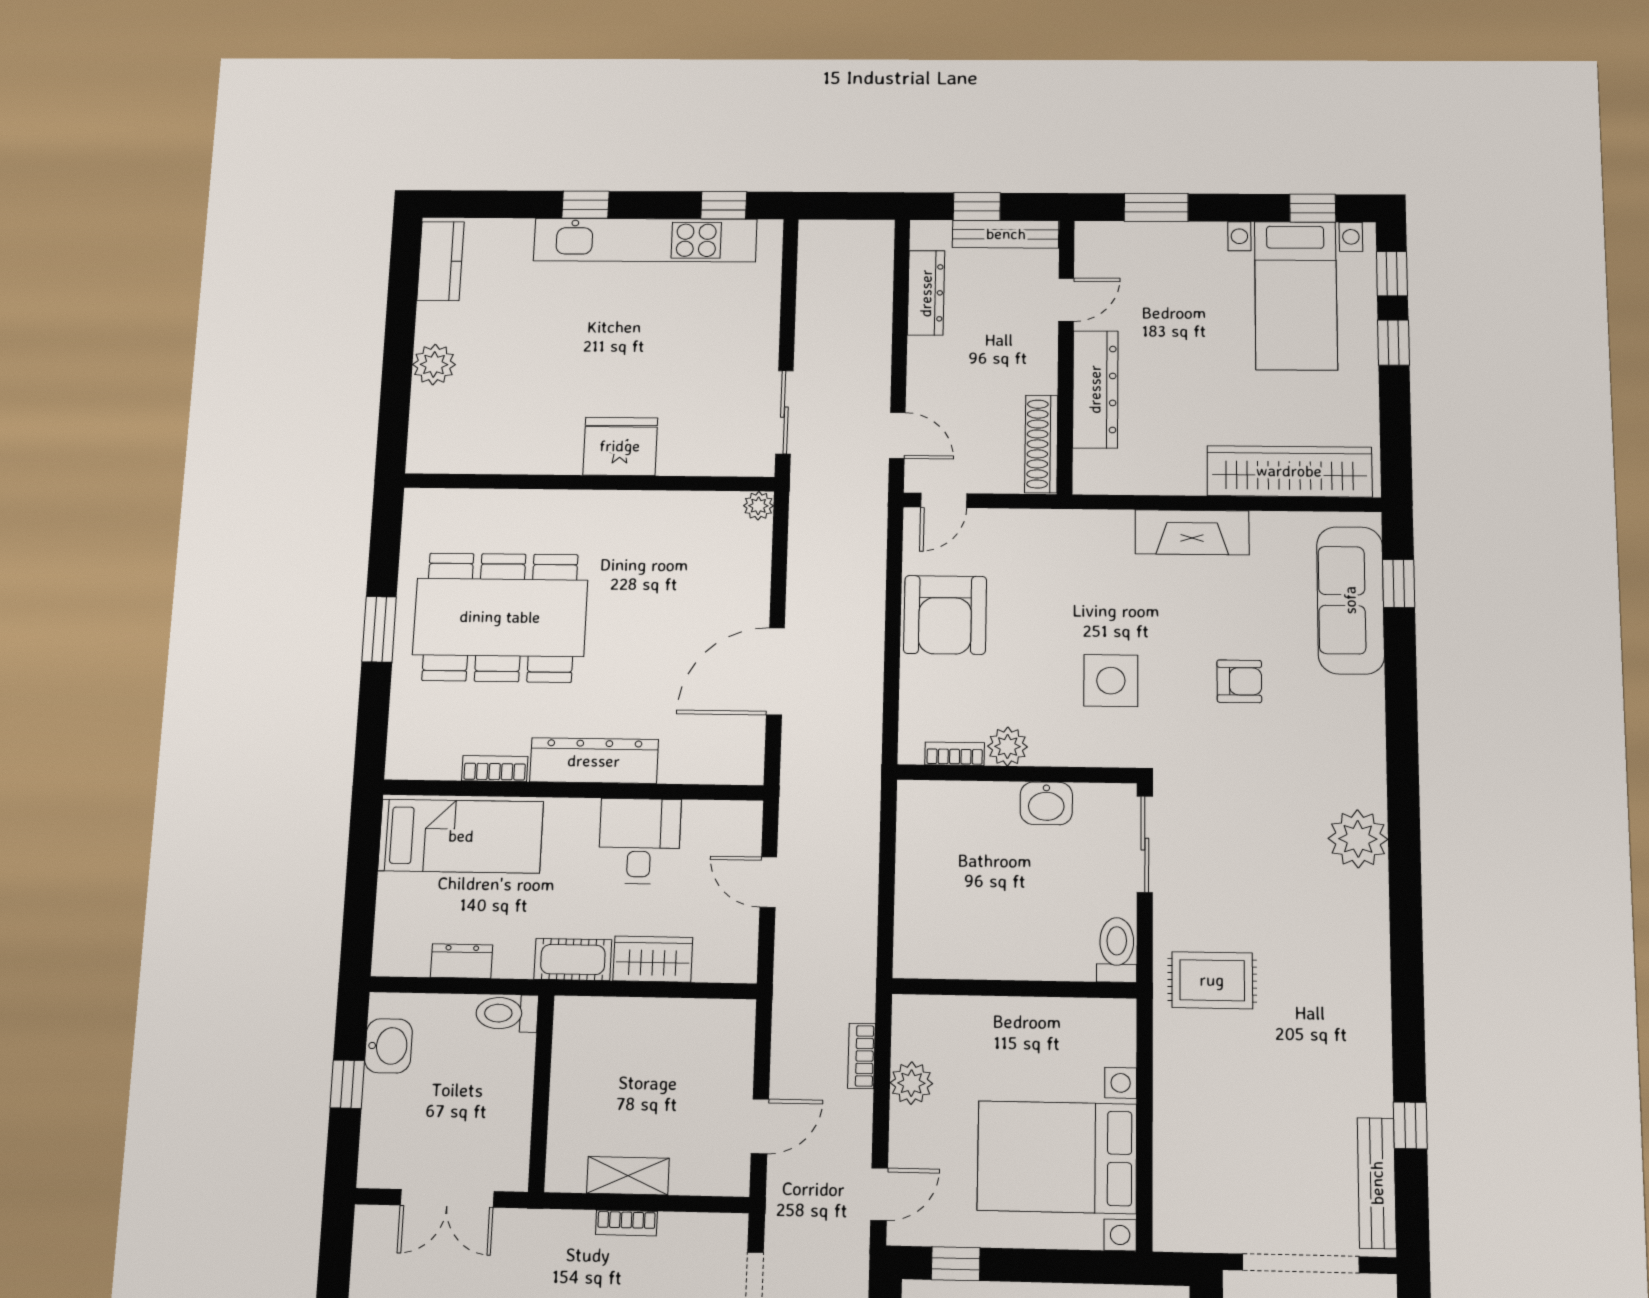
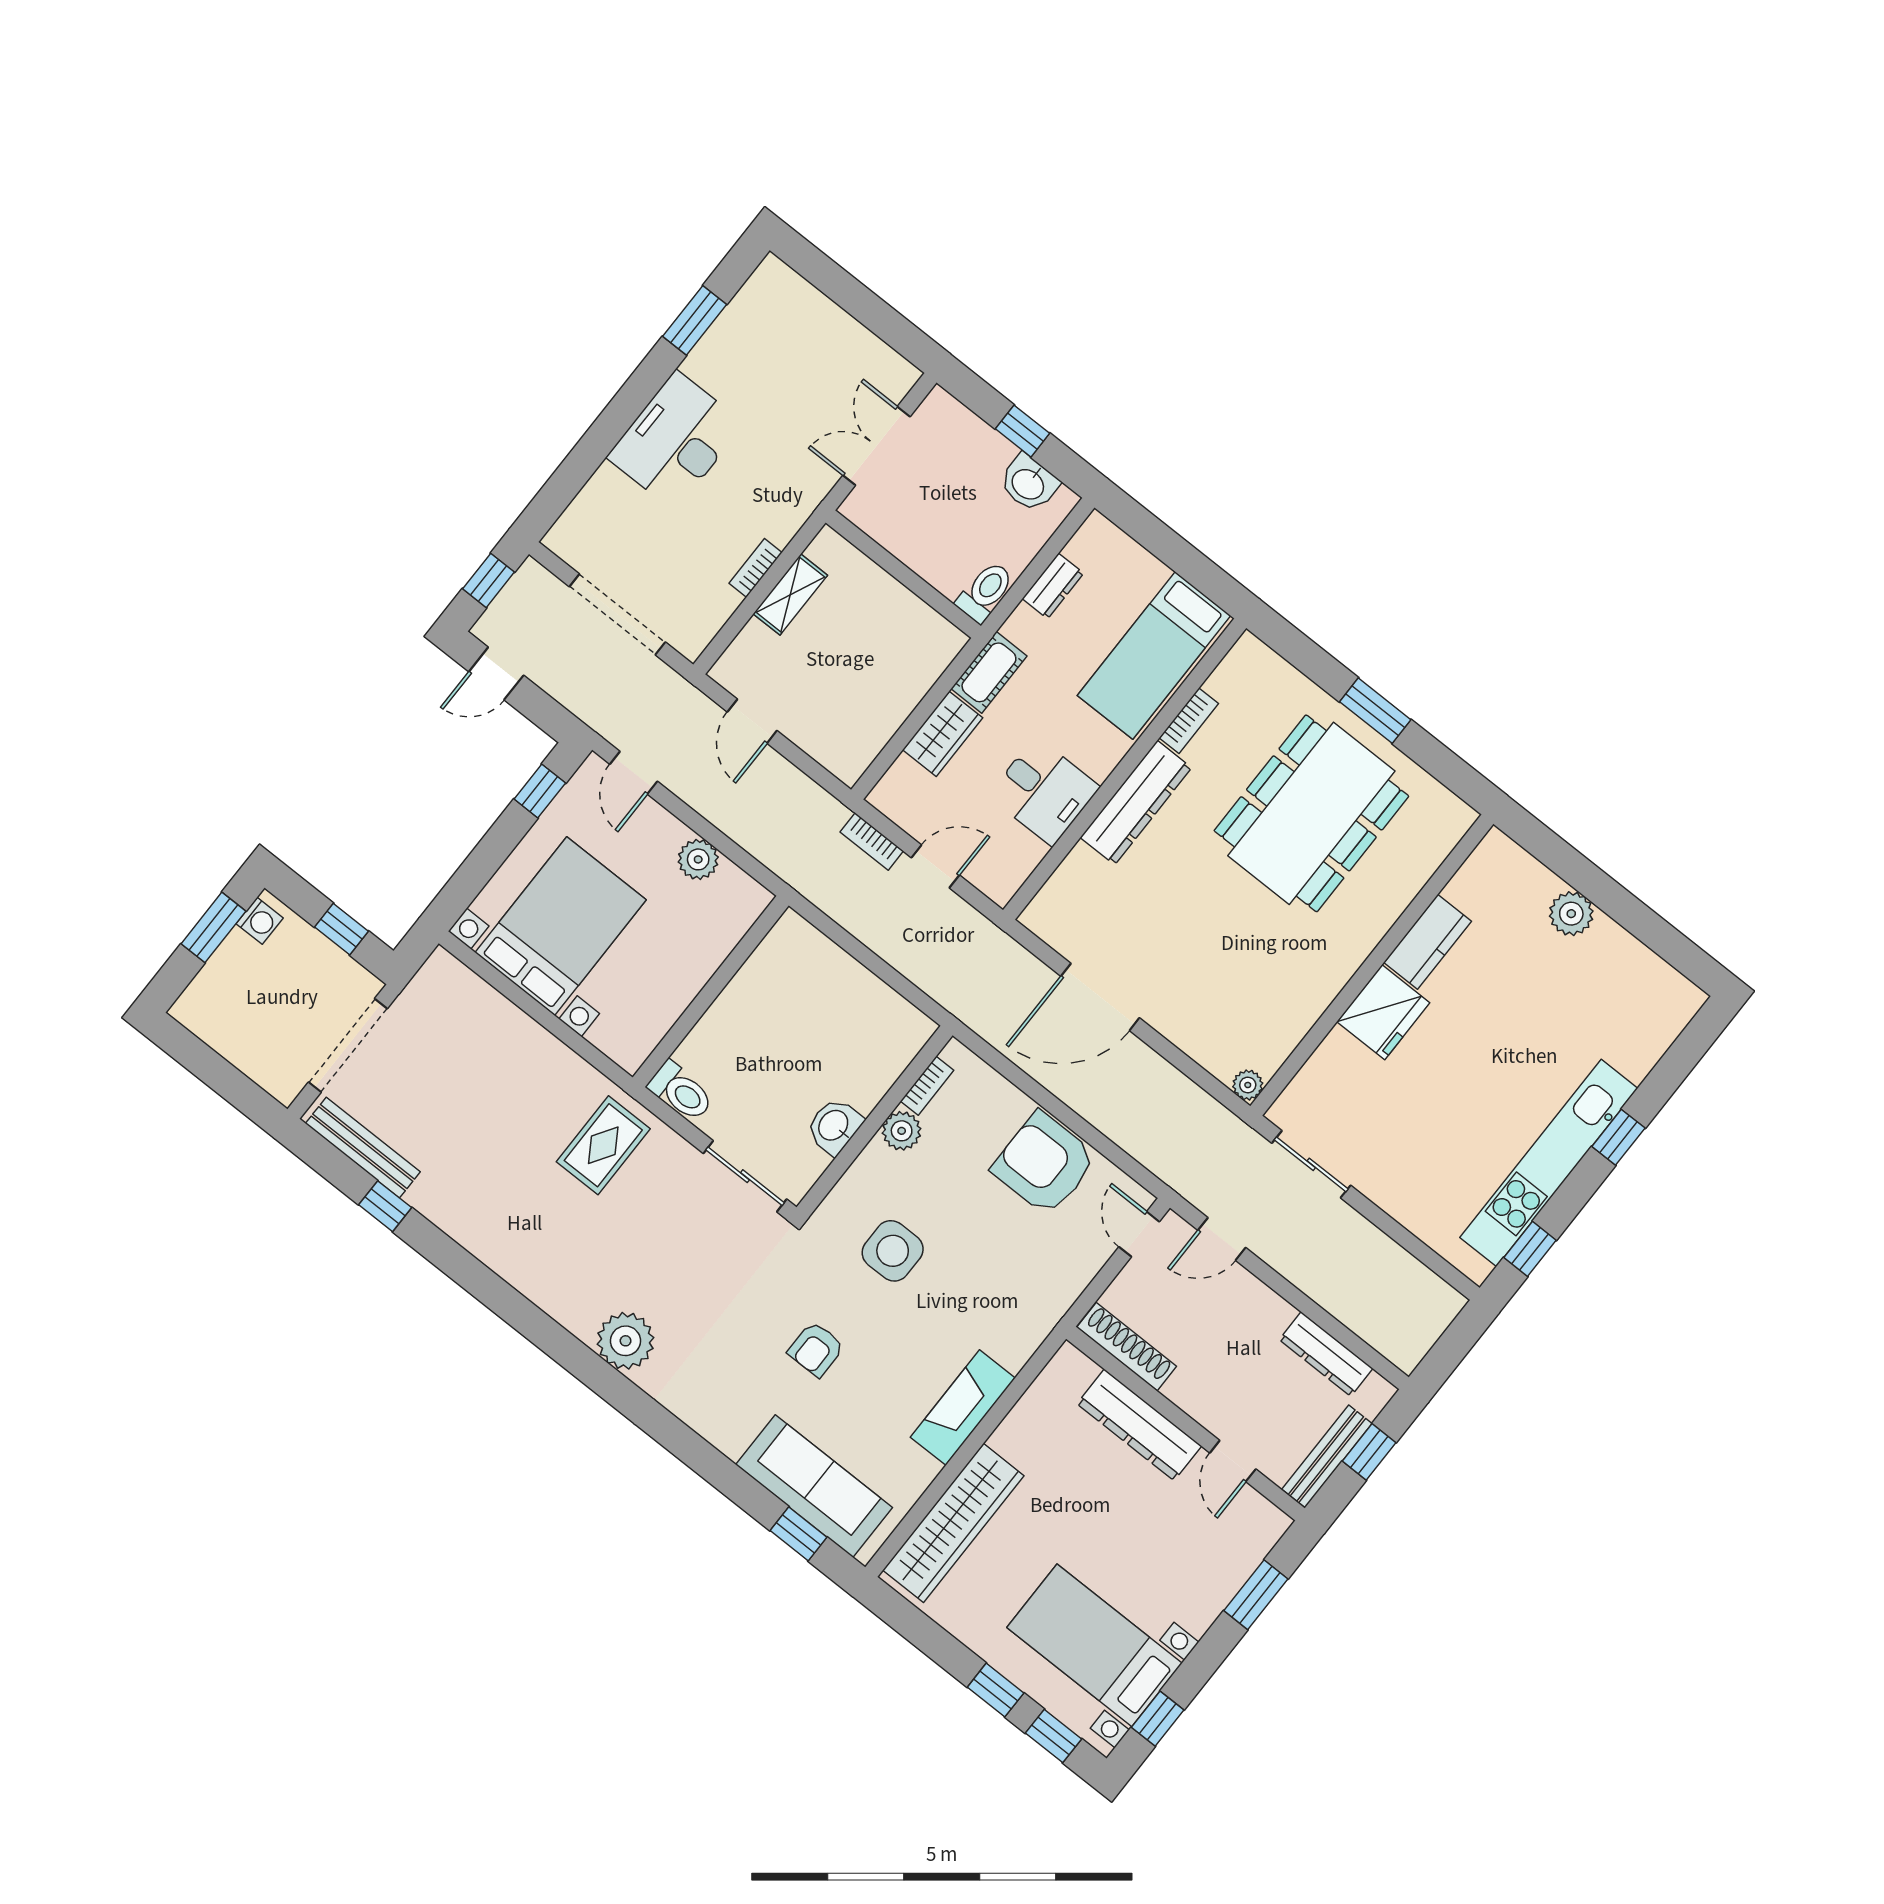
kitchen counter: (440, 261) -> (1428, 942), moved, turned -90
door: (775, 671) -> (1100, 997), swing flipped
bookcase: (861, 1056) -> (872, 841), moved, turned 180

